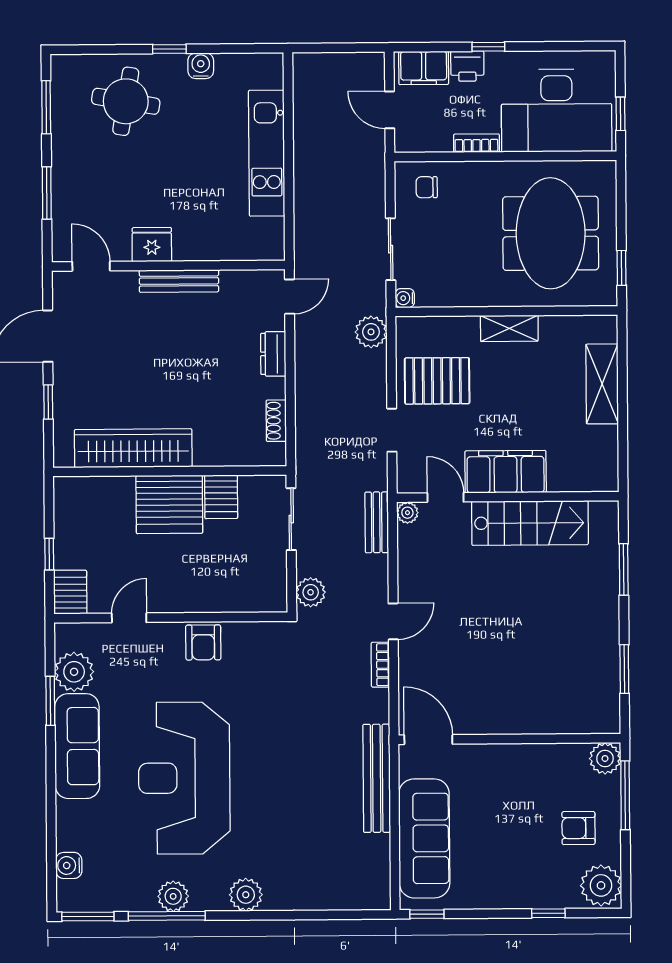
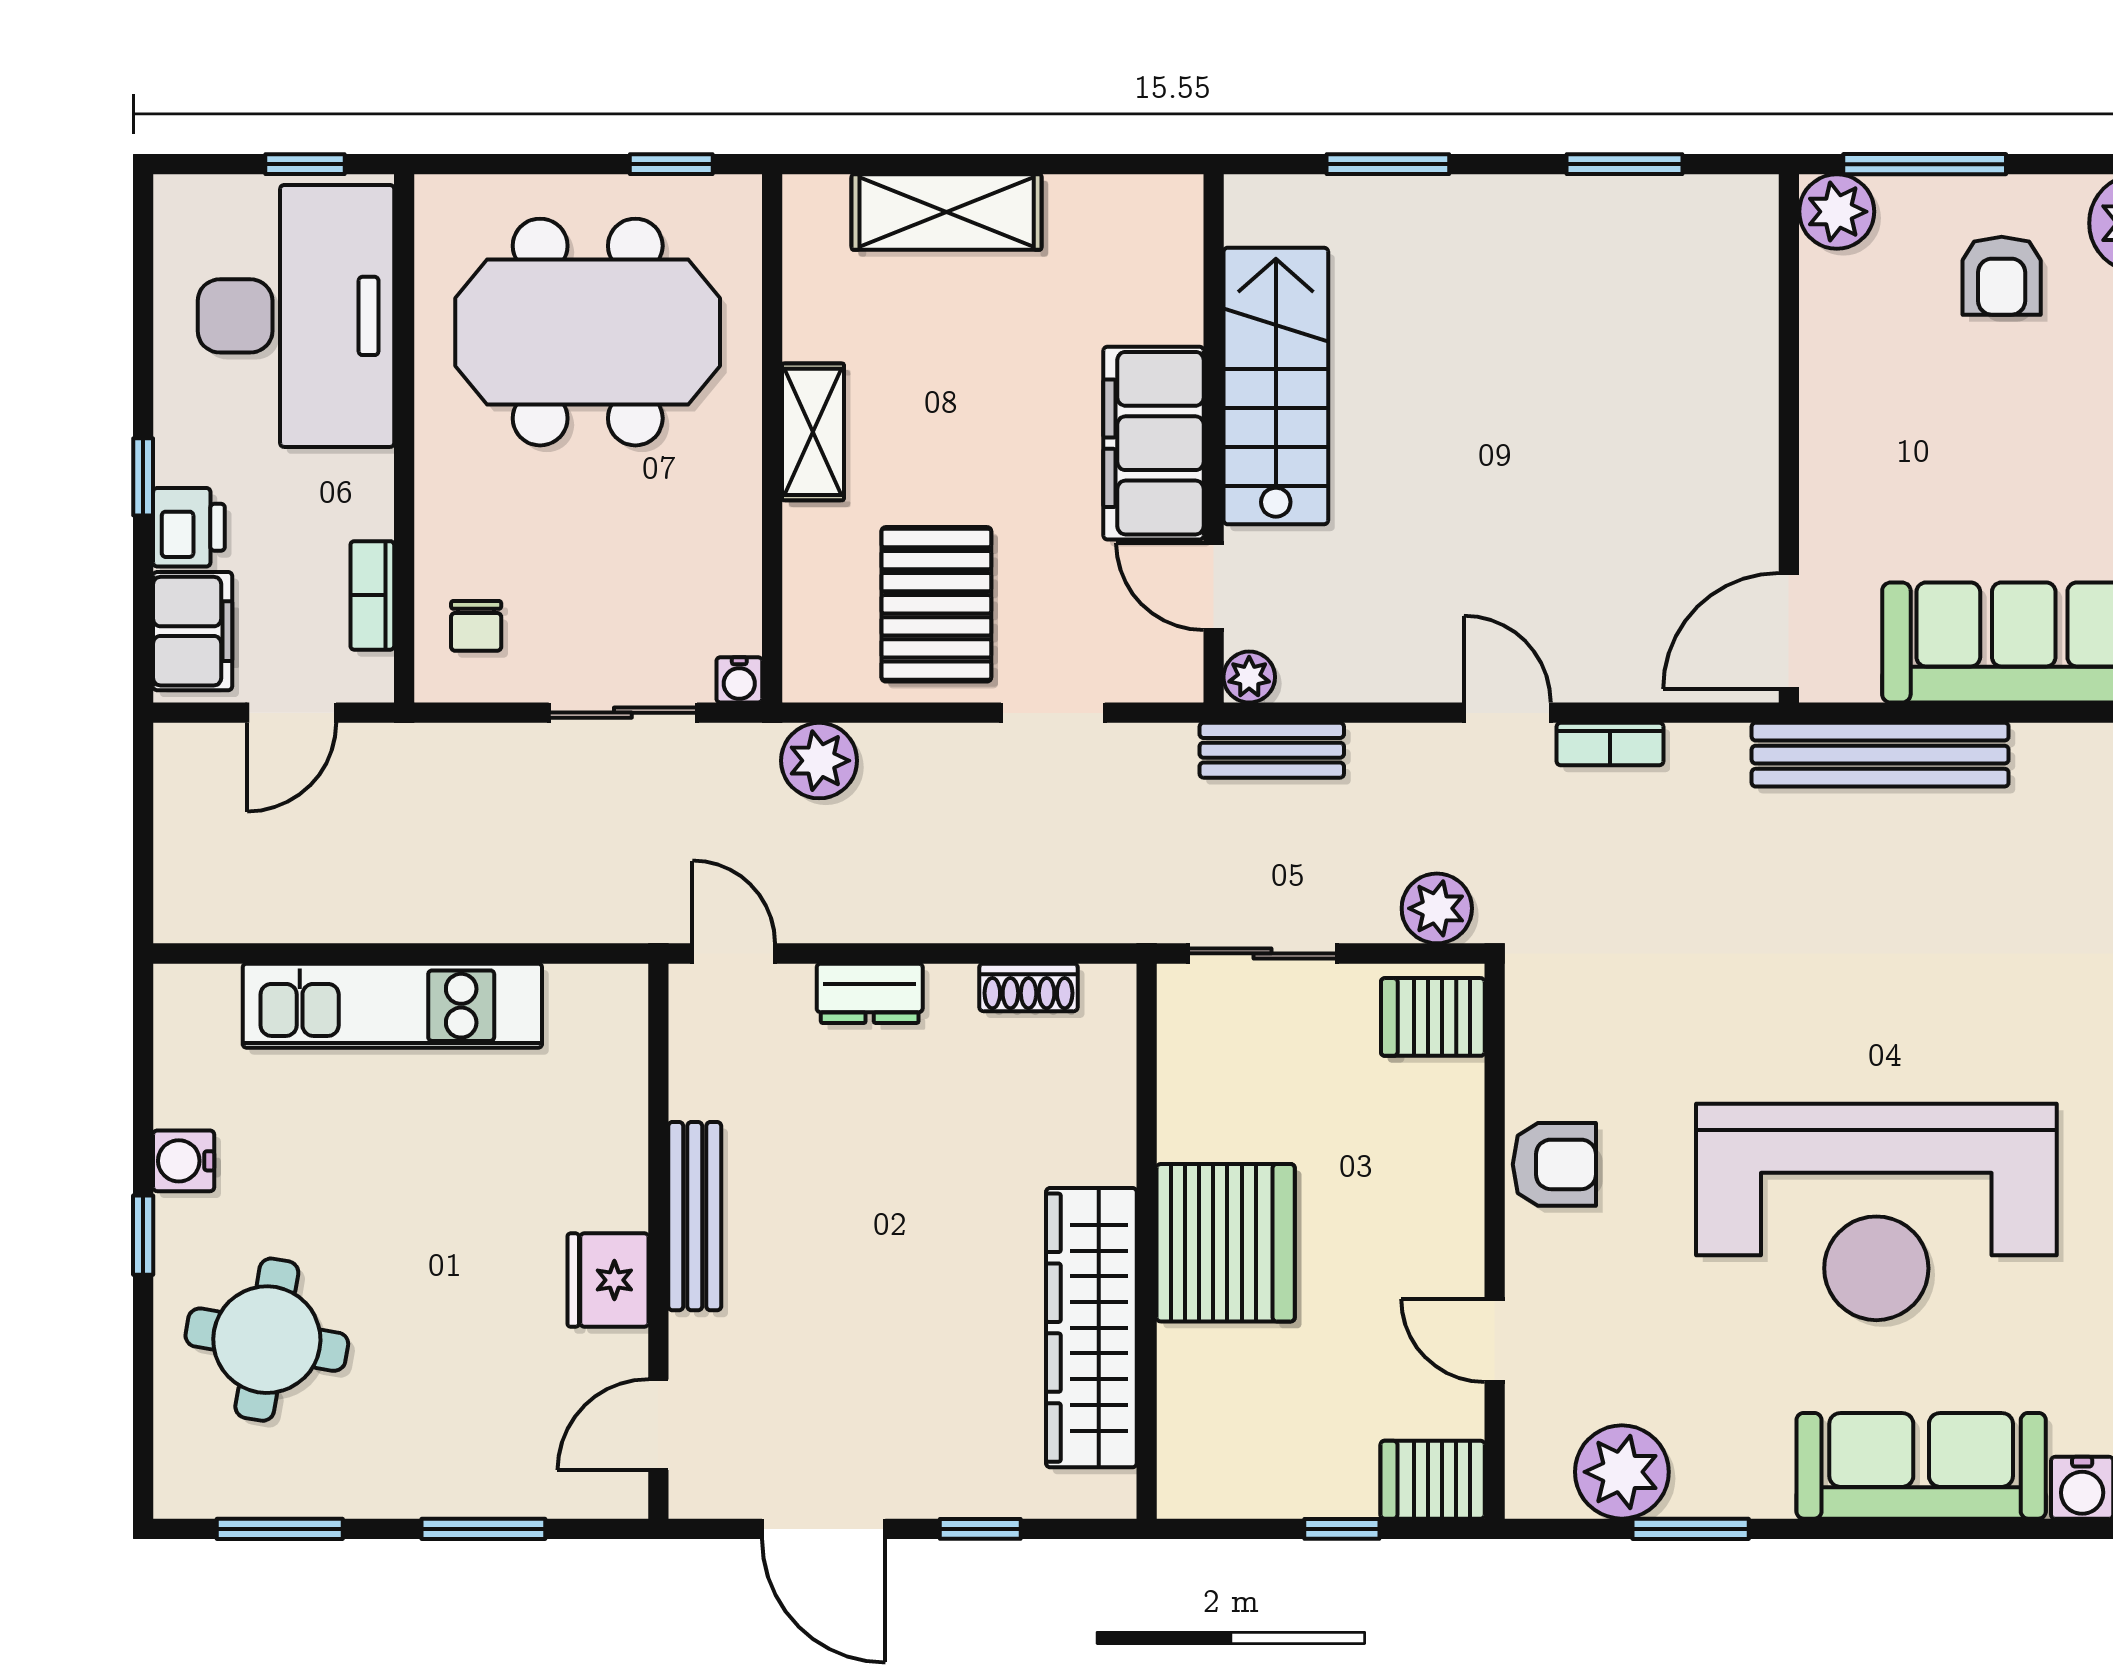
bookcase: (476, 143) -> (372, 595), moved
server rack: (221, 497) -> (1433, 1017), moved, turned 180
door: (445, 497) -> (1214, 586), hinge flipped
sofa: (77, 746) -> (1921, 1466), moved

